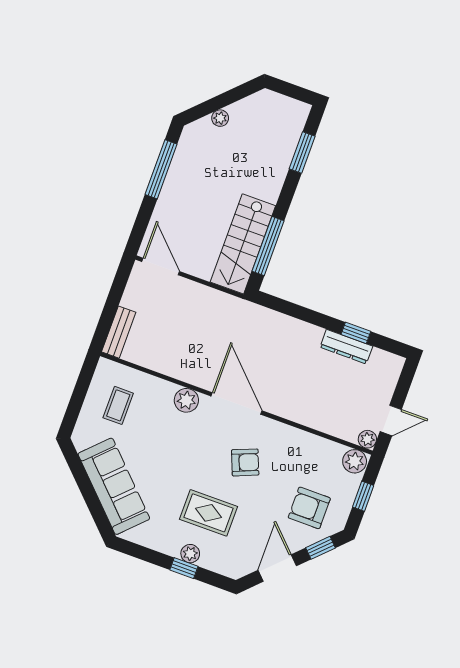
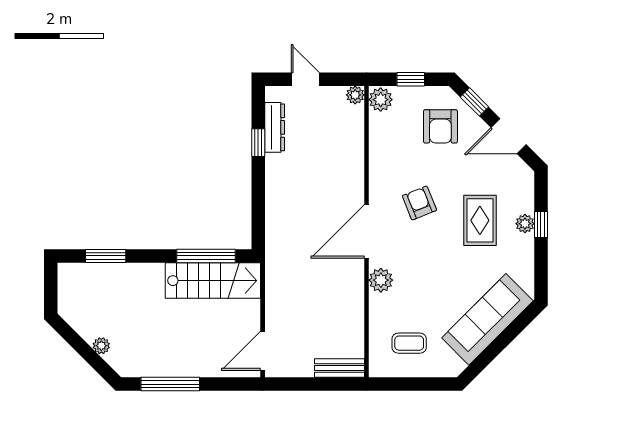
dresser: (346, 347) -> (275, 127), moved
door: (391, 420) -> (305, 79), moved

